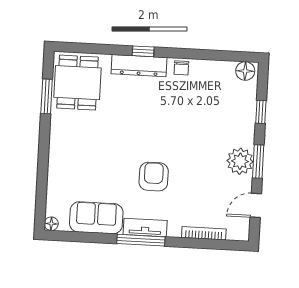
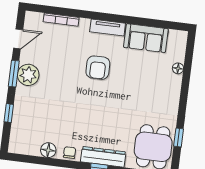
floor lamp: (245, 71) -> (48, 150), moved
window: (47, 96) -> (179, 138), width x0.67
floor lamp: (51, 224) -> (178, 68), moved
window: (141, 240) -> (112, 18), removed

